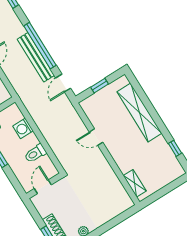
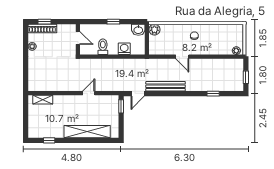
window: (40, 46) -> (172, 94), removed
door: (63, 83) -> (138, 94), swing flipped
window: (99, 86) -> (121, 106), moved

